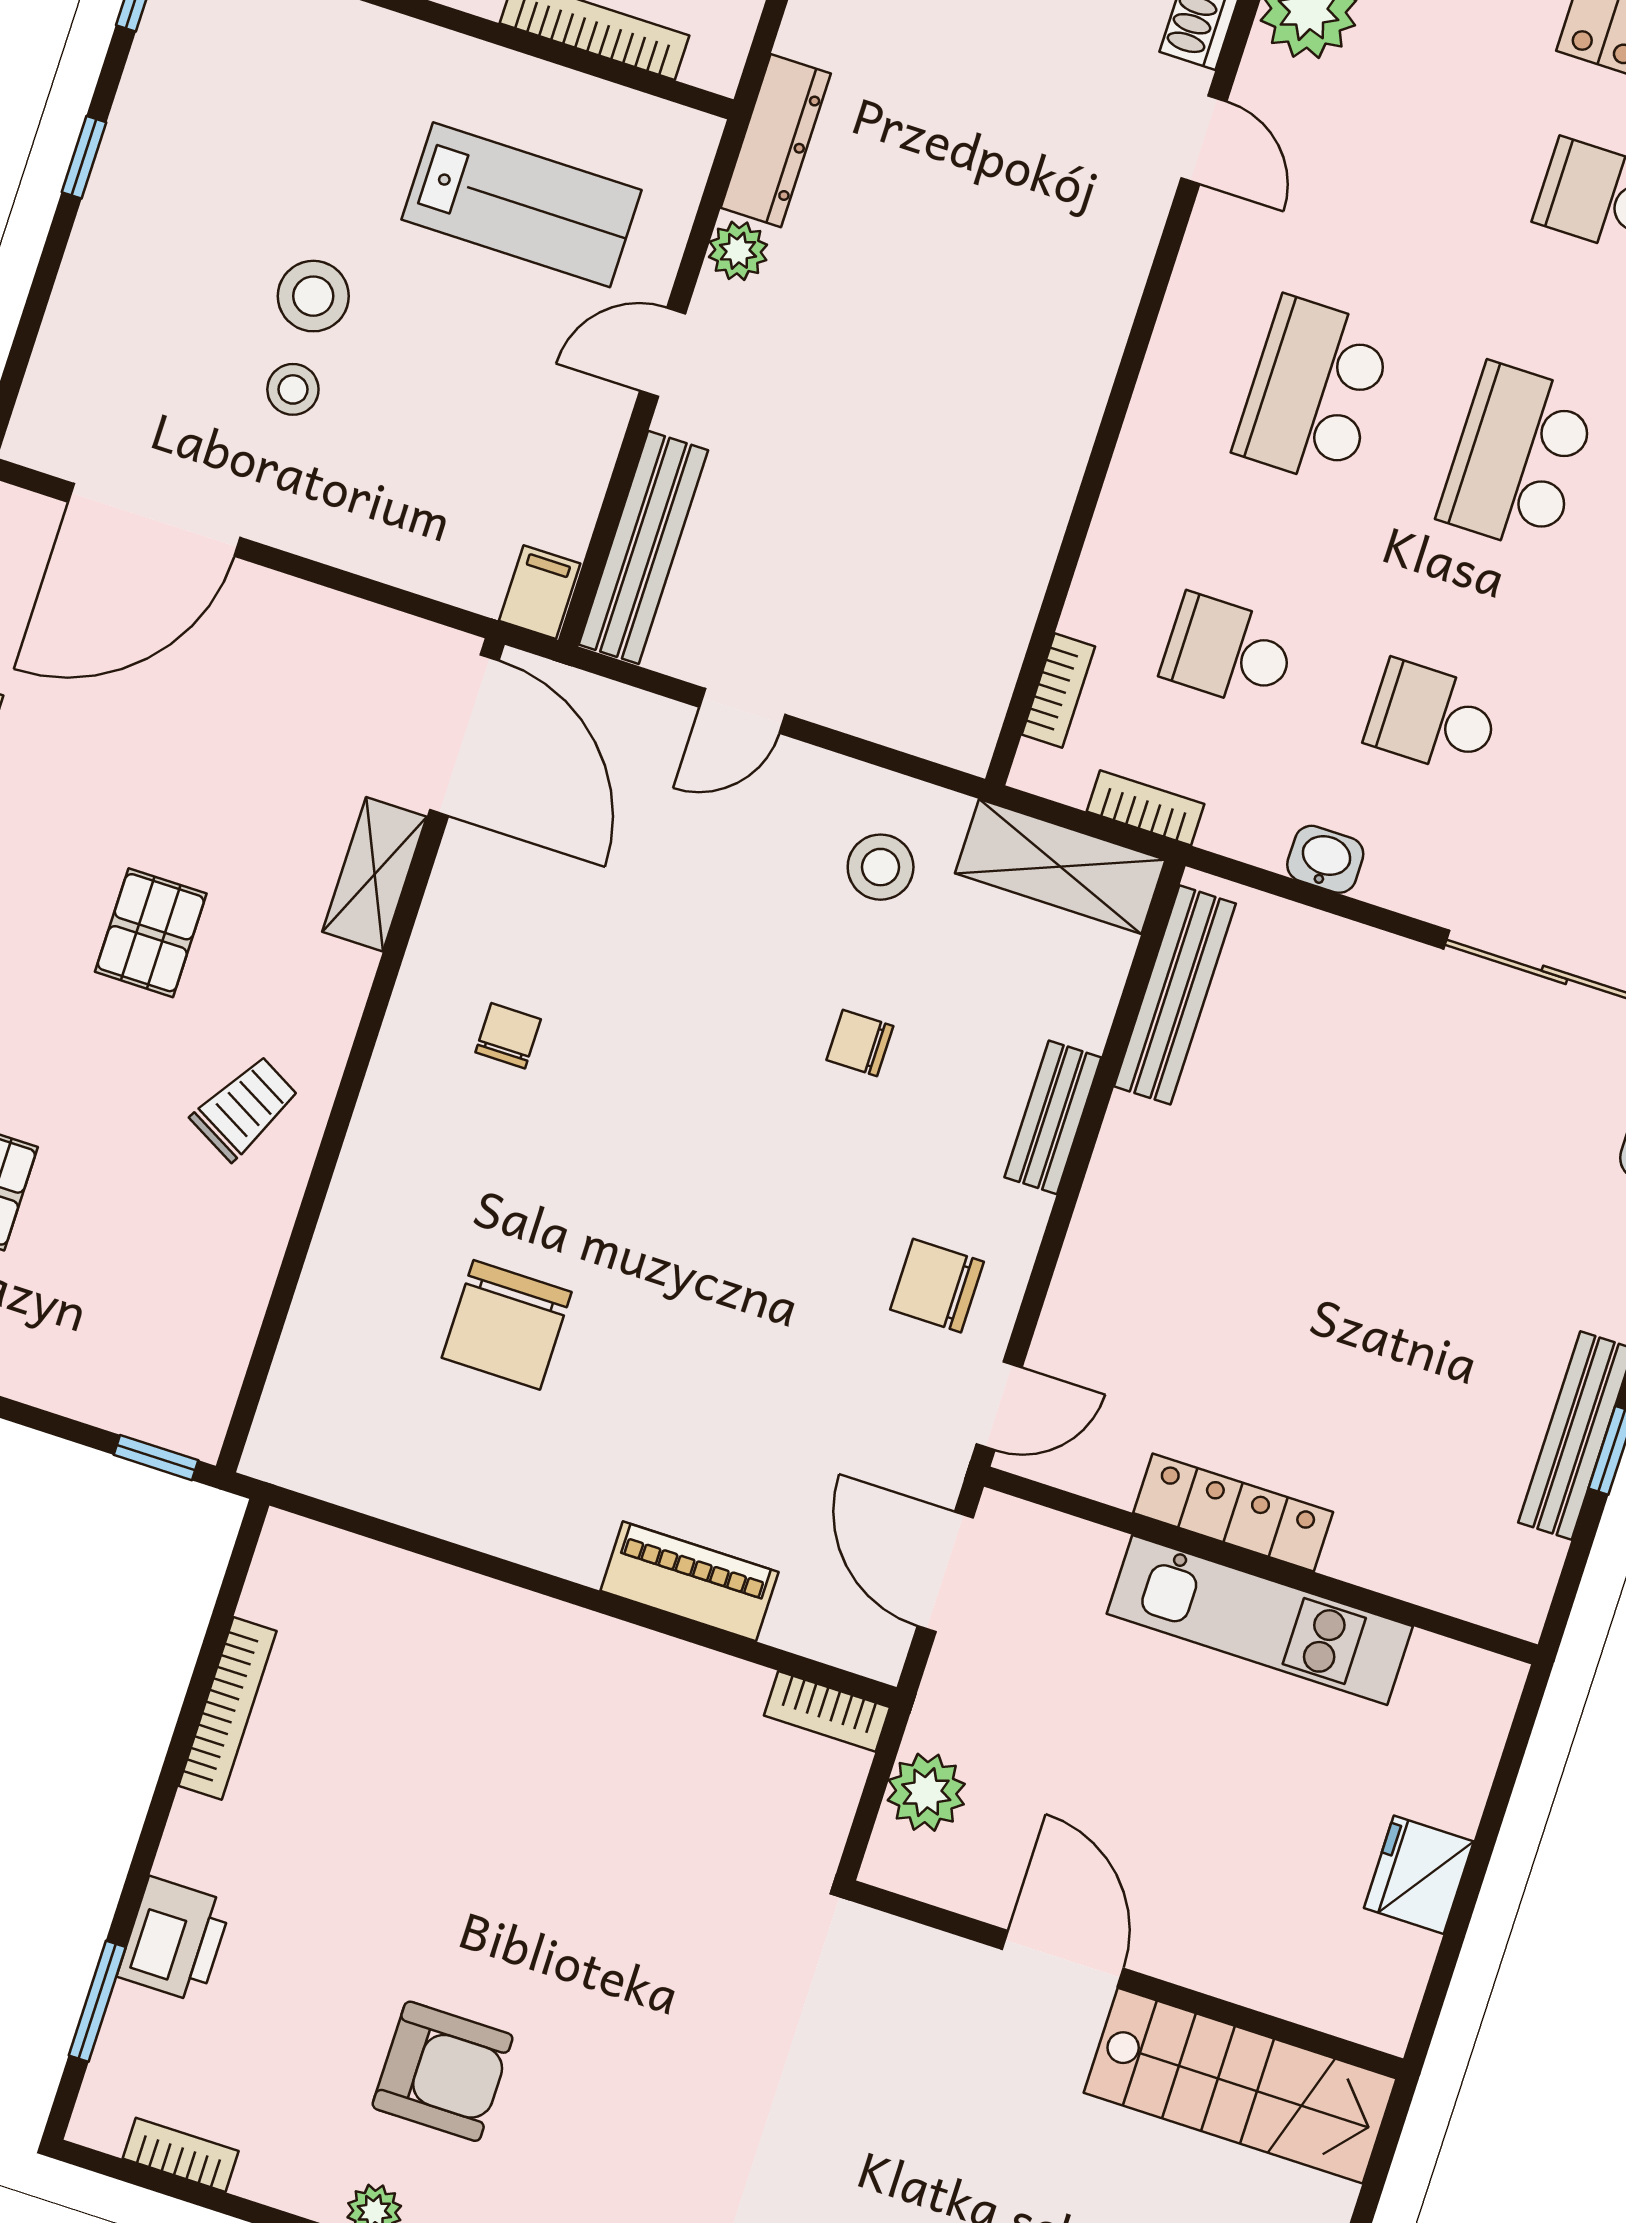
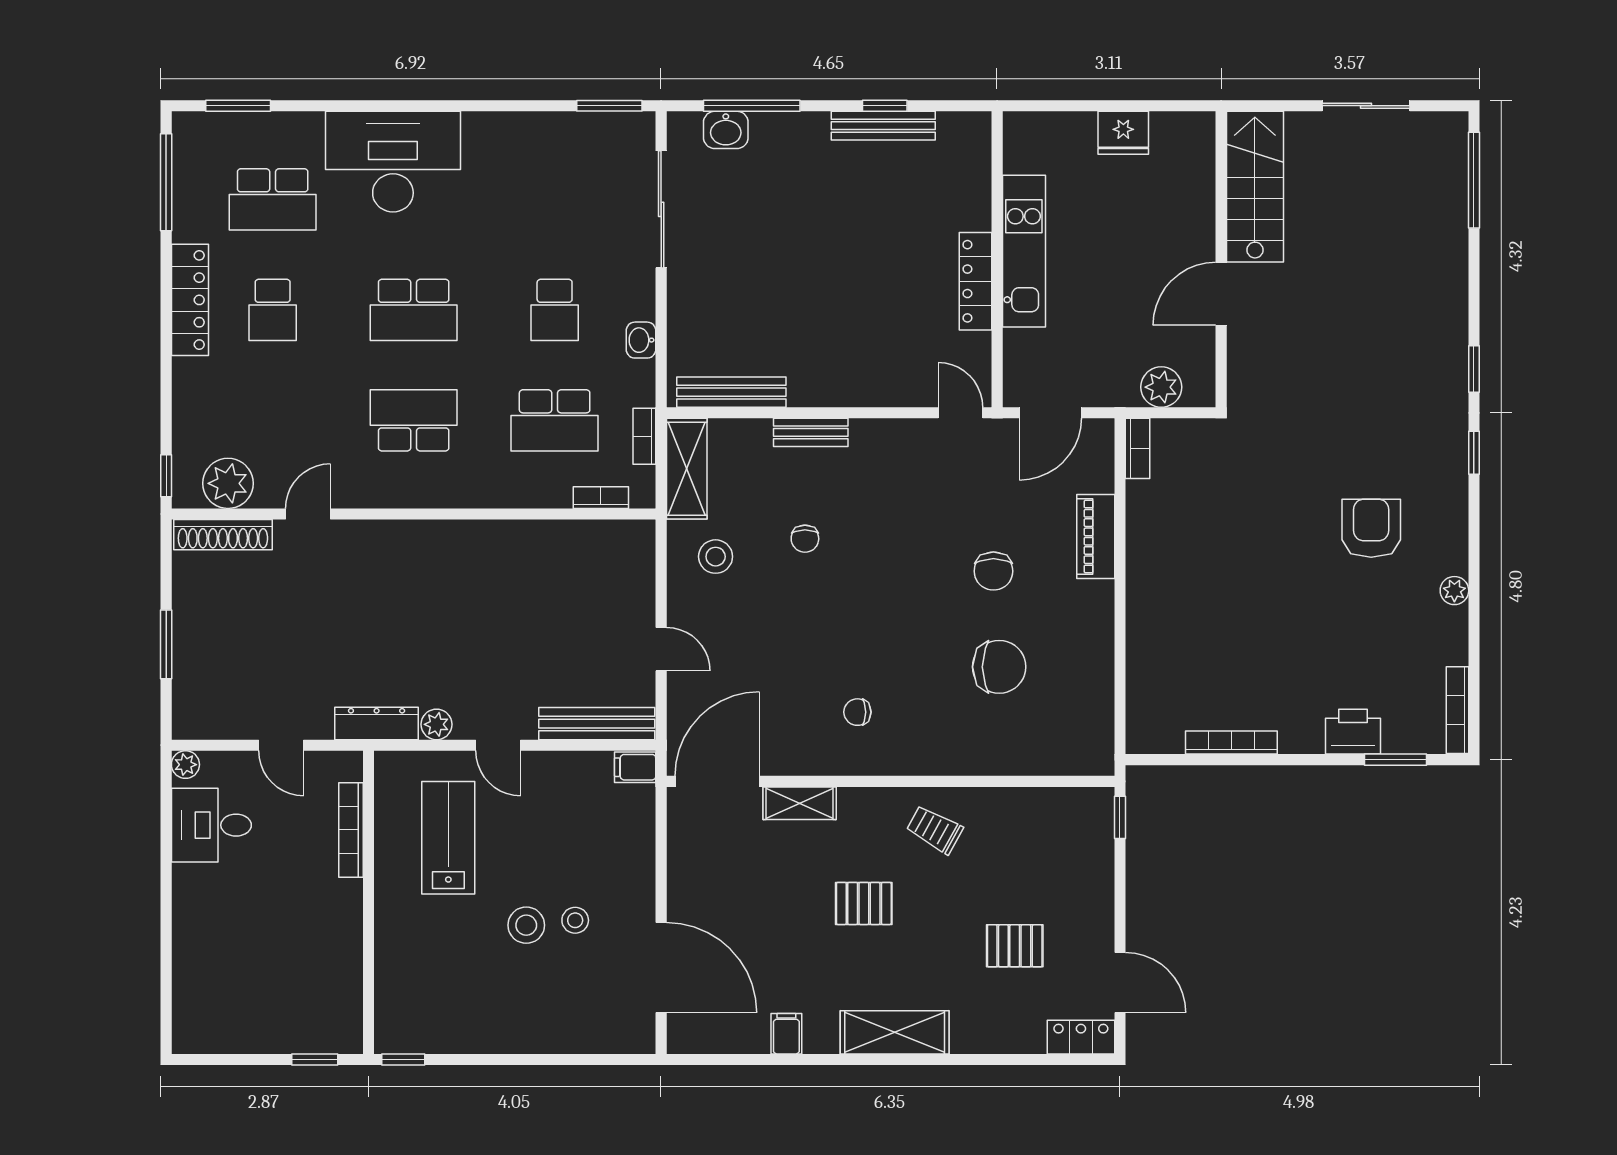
window: (84, 157) -> (495, 1060), removed
school desk: (1313, 391) -> (414, 420), turned 180
school desk: (1229, 651) -> (555, 420), width x1.85
chair: (937, 1286) -> (993, 571), moved
armchair: (443, 2071) -> (1371, 528), moved
bookcase: (181, 2155) -> (1457, 710), width x1.56

